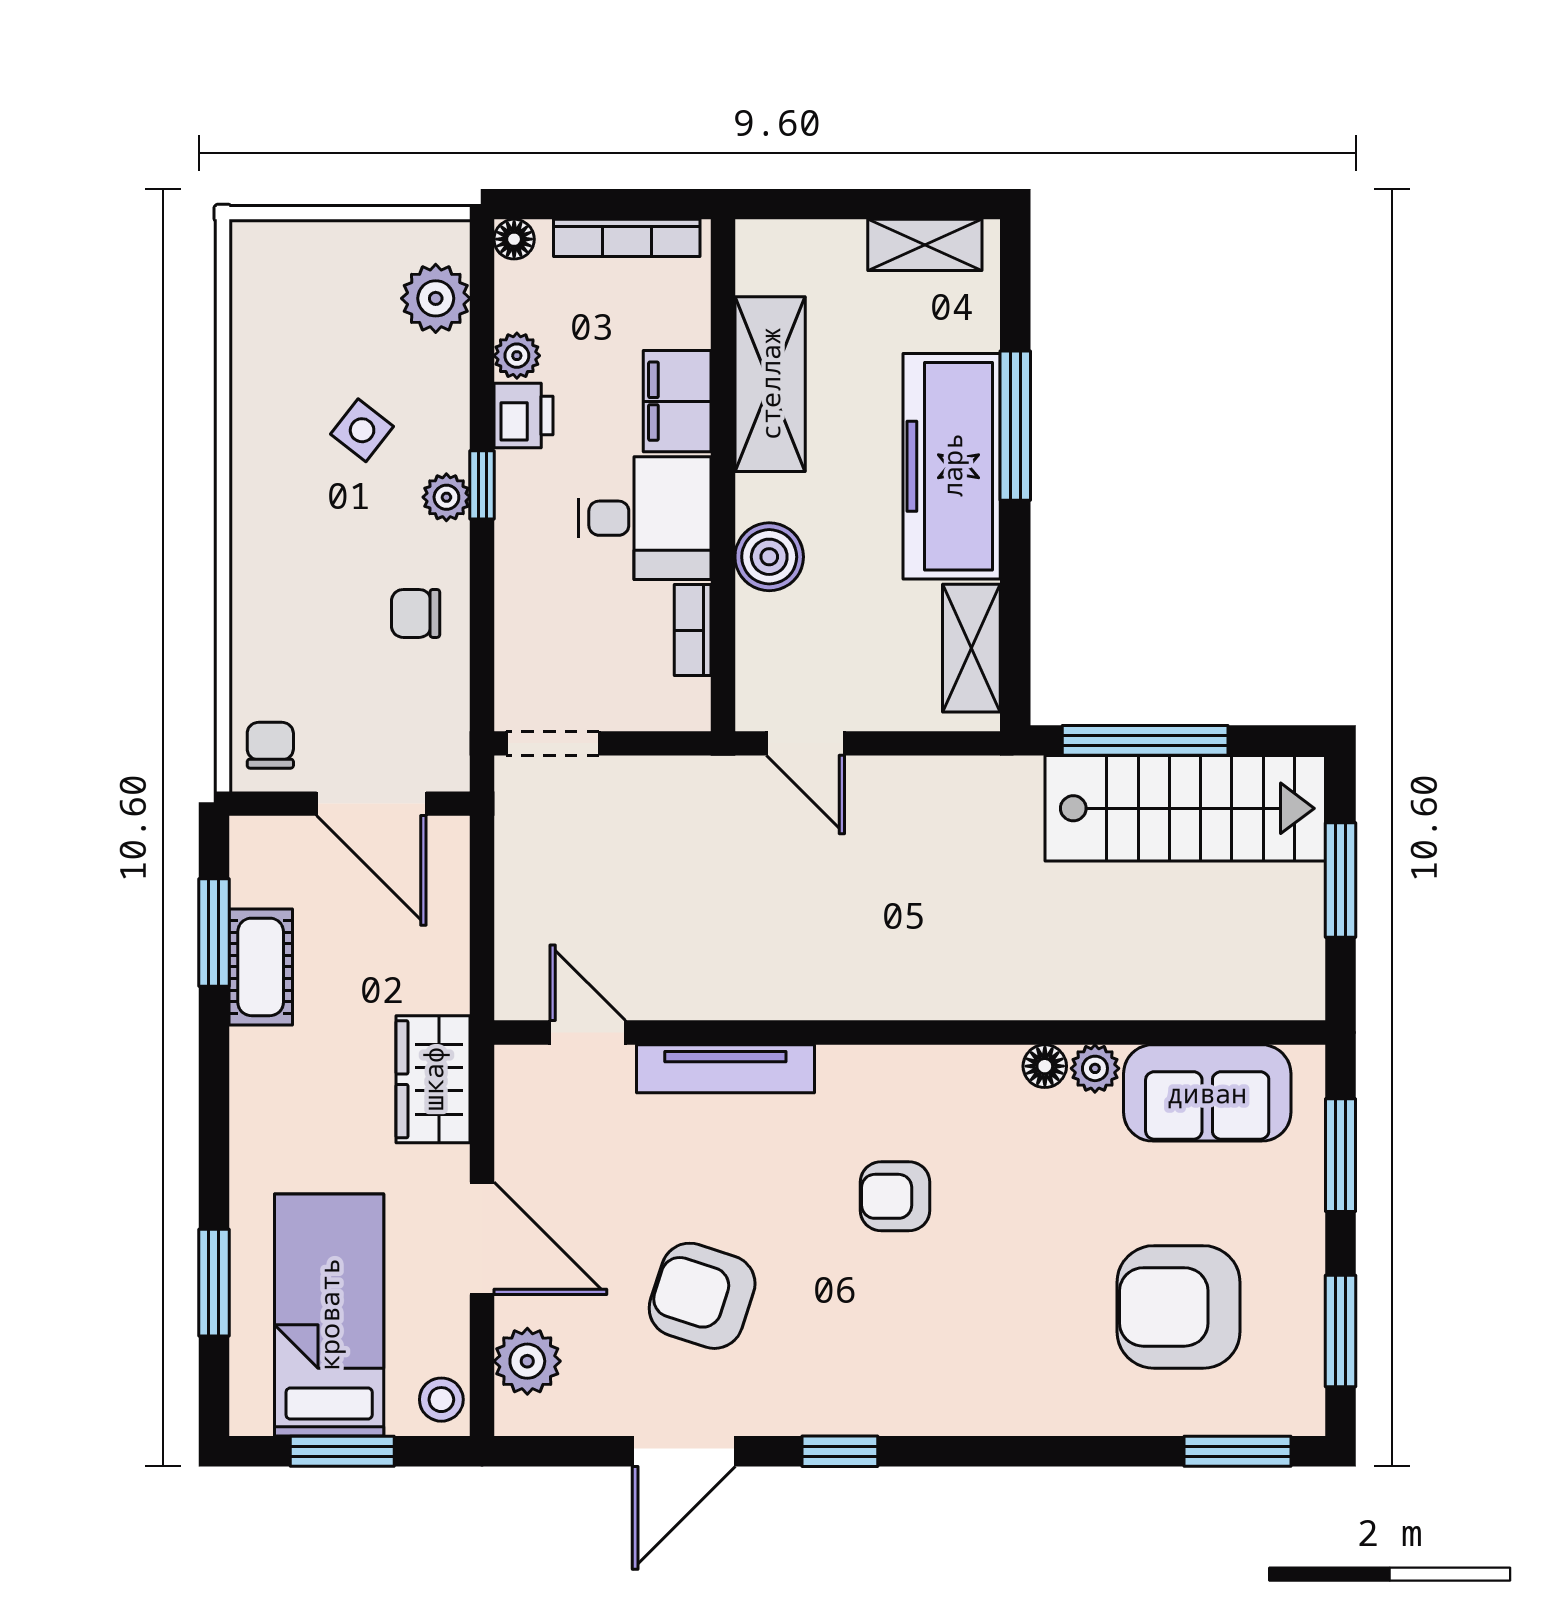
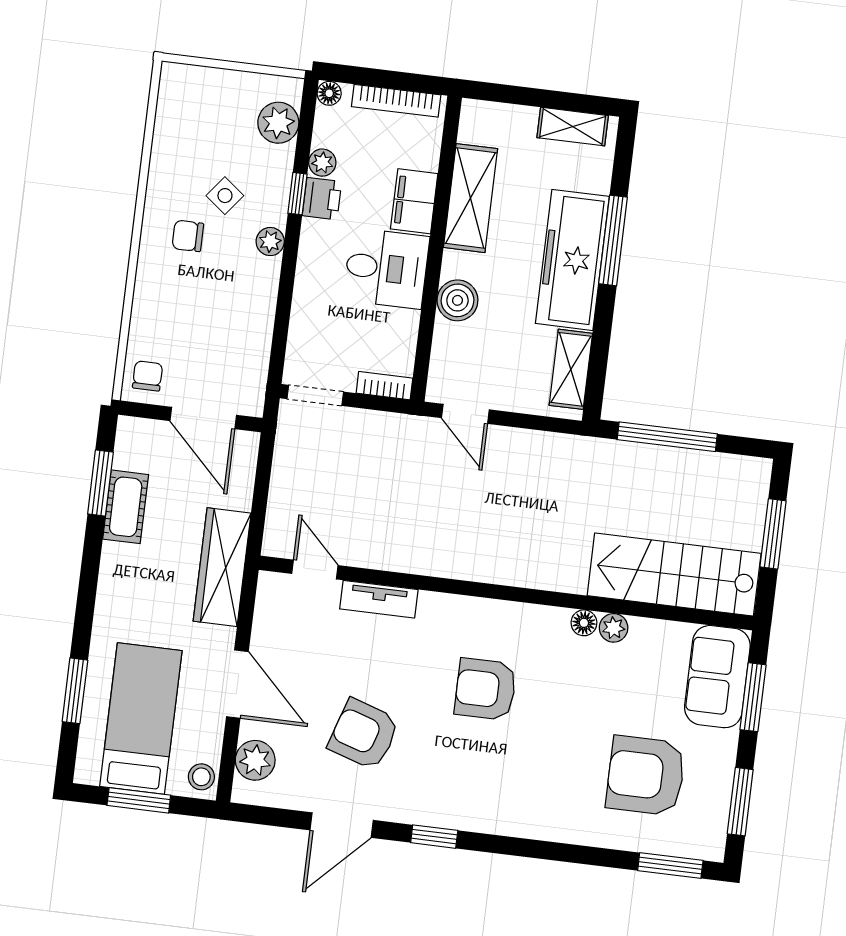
window: (482, 485) -> (298, 194), moved
chair: (416, 613) -> (188, 236), moved
bookcase: (693, 630) -> (384, 386), moved, turned 90
stairs: (1185, 808) -> (674, 575), moved, turned 180
tv unit: (725, 1069) -> (379, 599), width x0.71
wardrobe: (433, 1079) -> (222, 567), width x1.50
sofa: (1207, 1093) -> (717, 677), moved, turned 90
armchair: (895, 1196) -> (486, 689), width x1.38, depth x1.38

